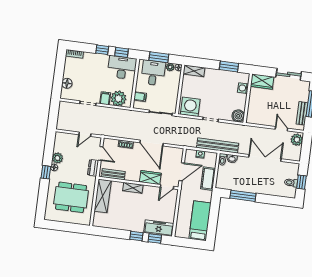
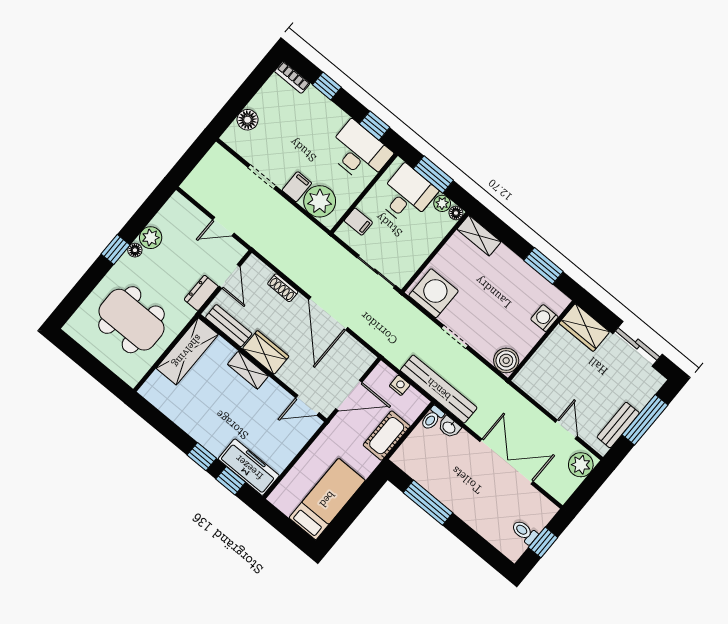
window: (102, 50) -> (327, 86), moved
wardrobe: (150, 178) -> (266, 352), moved

